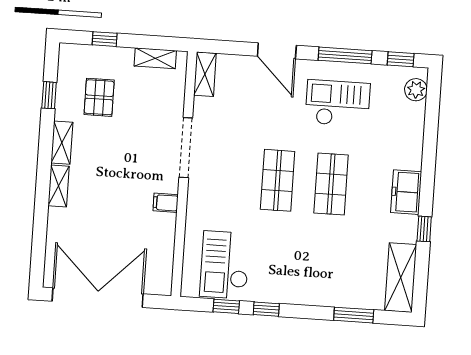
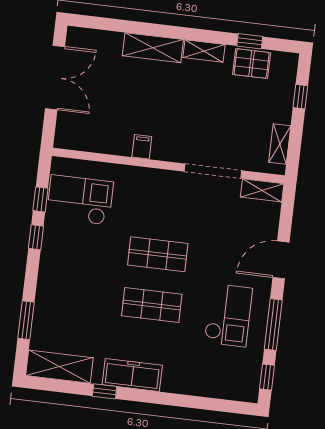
plant: (416, 90) -> (237, 390), removed
pallet: (99, 97) -> (252, 64), moved
doorway: (186, 148) -> (213, 171), moved
shelving: (59, 186) -> (153, 48), width x1.50, depth x1.33
freezer: (406, 192) -> (132, 375), width x1.40
double door: (98, 298) -> (55, 78), width x0.73

